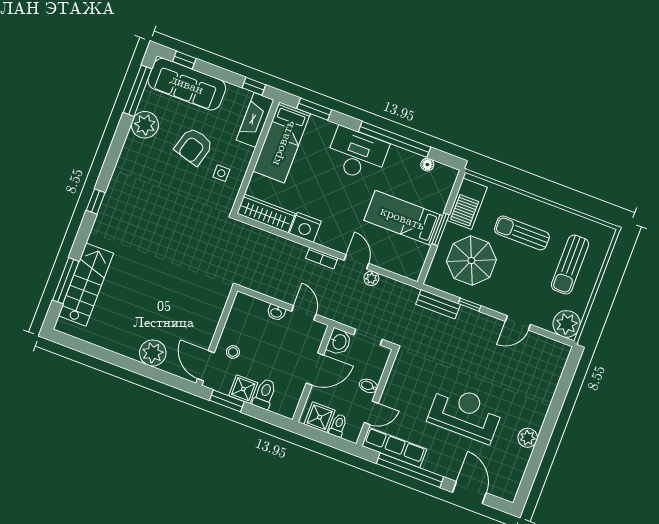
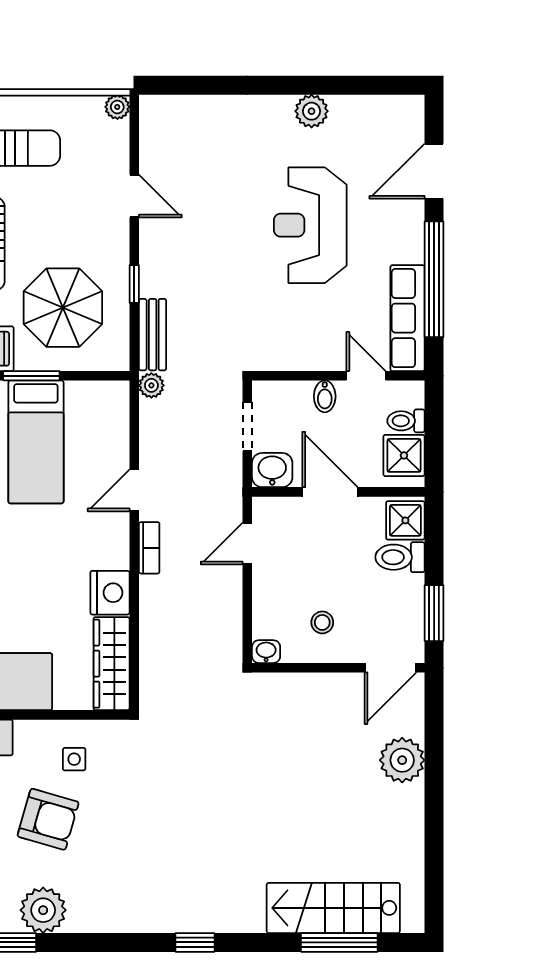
plant: (371, 278) -> (151, 385), moved
washbasin: (276, 313) -> (266, 652), moved, turned -90
plant: (567, 324) -> (117, 107), width x0.53, depth x0.53
stool: (233, 352) -> (322, 622), moved
shower: (243, 389) -> (405, 520), moved

